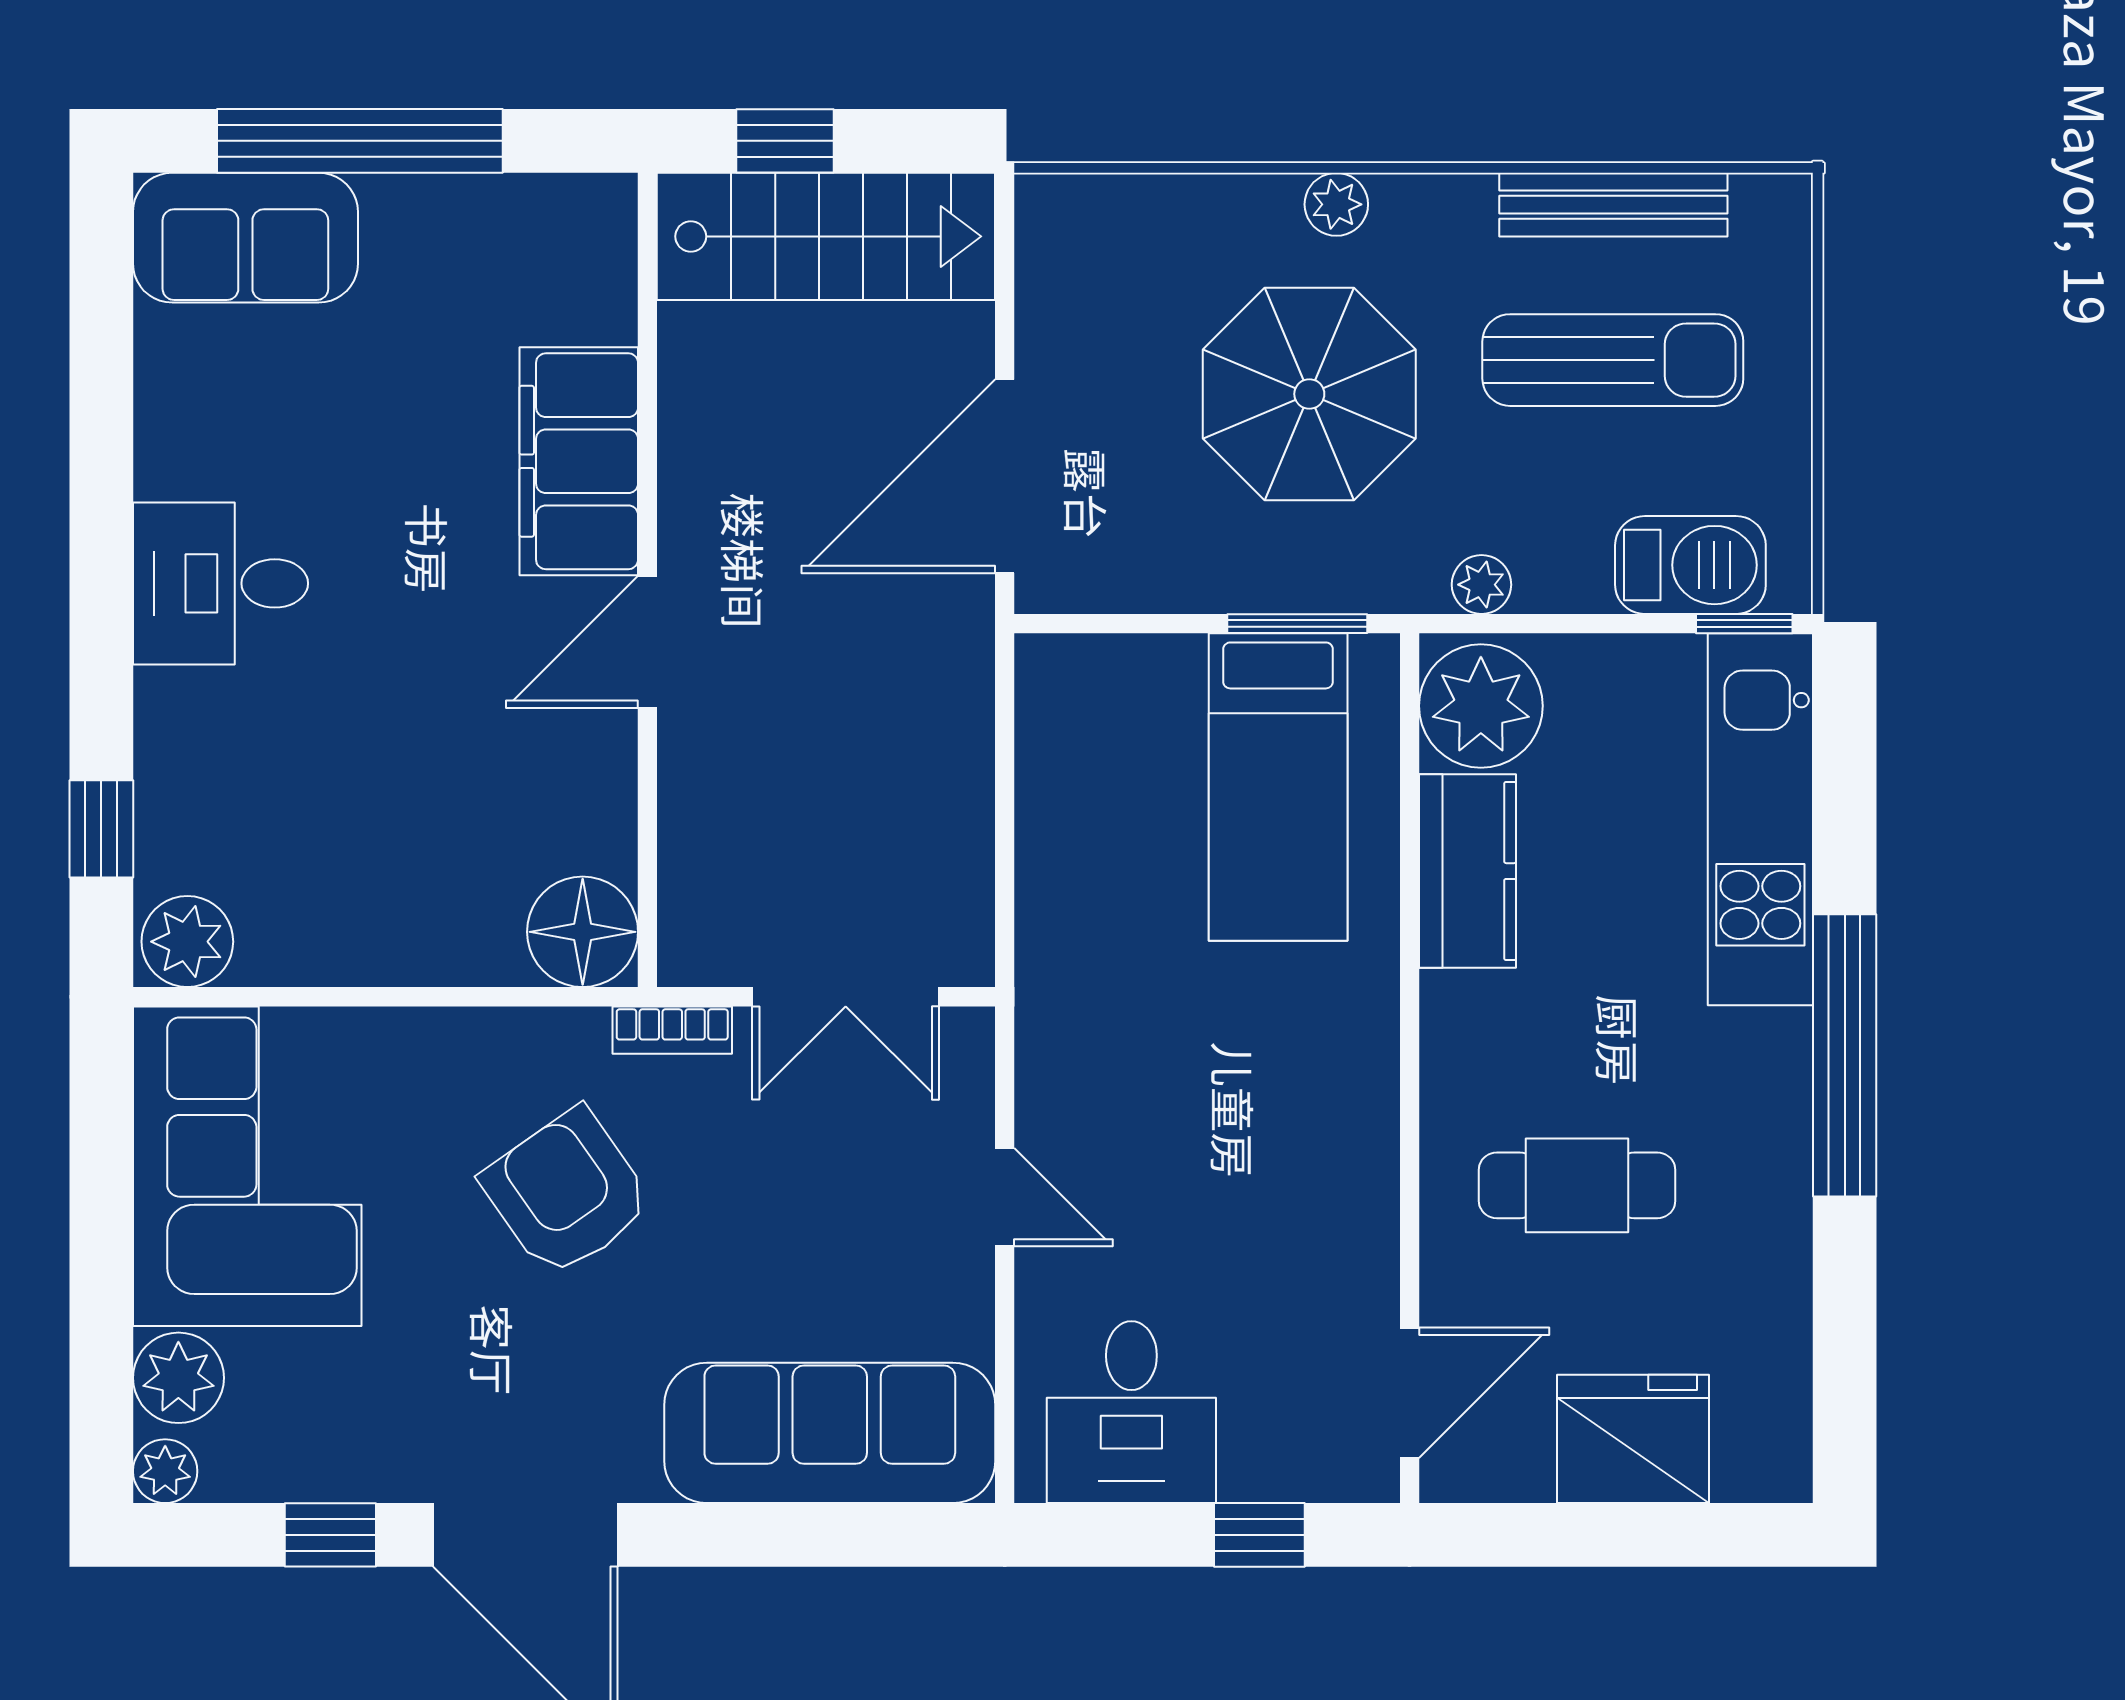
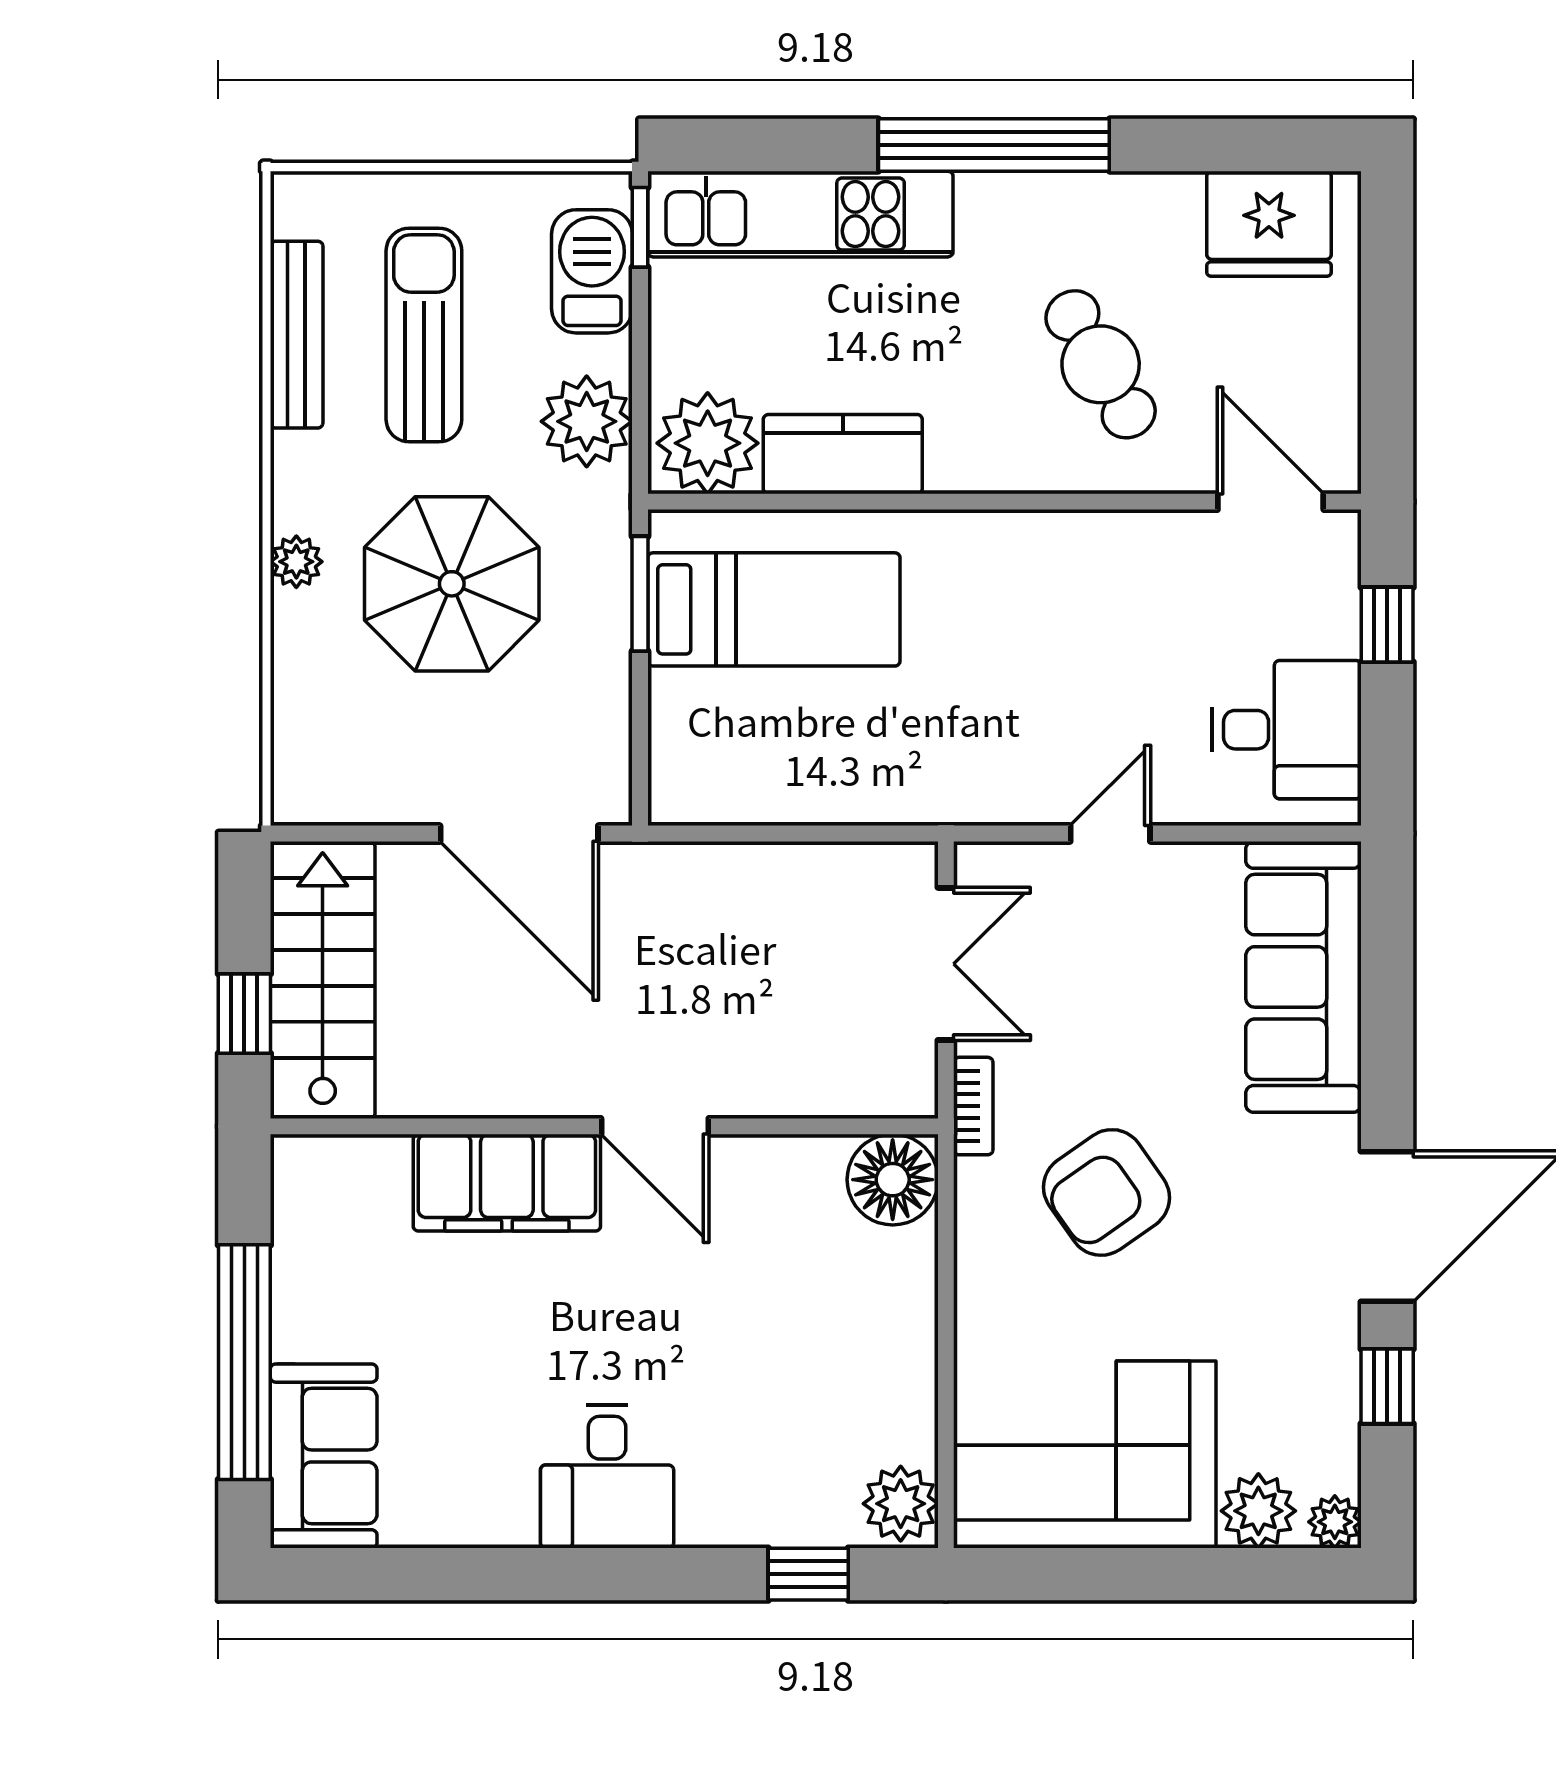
plant: (1481, 585) -> (587, 421), width x1.88, depth x1.88
cafe table: (1577, 1185) -> (1101, 364), turned -30
fridge: (1633, 1439) -> (1269, 224), moved, turned -90

